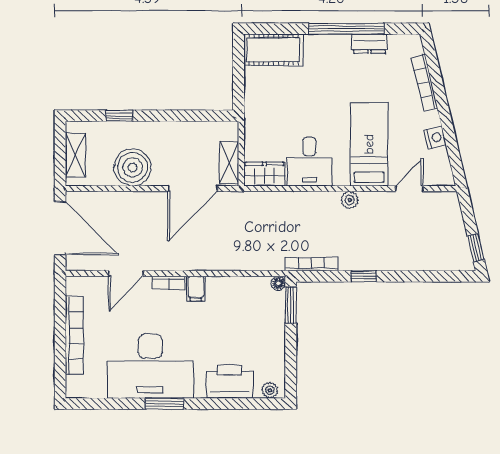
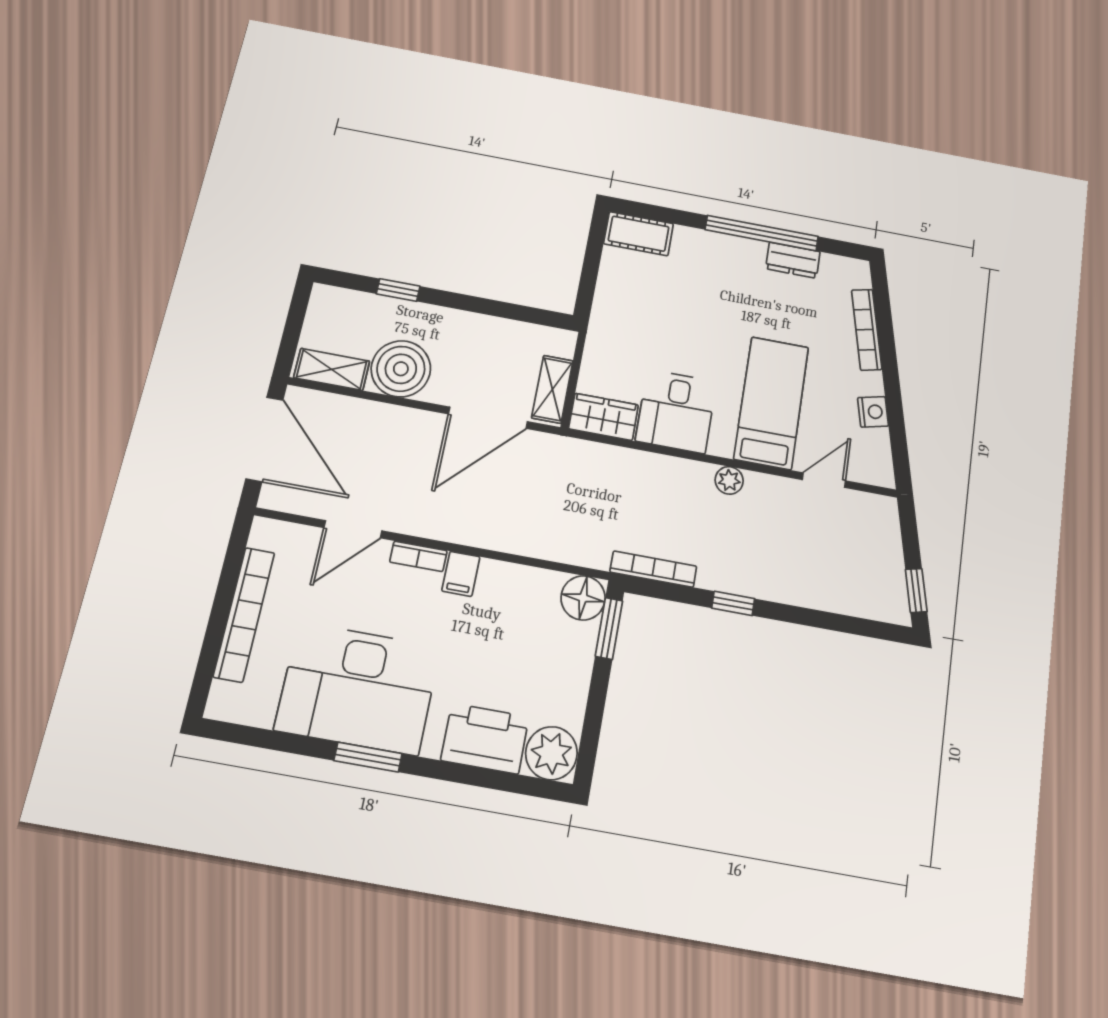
cot: (273, 50) -> (639, 234), width x0.73, depth x0.75
shelving: (75, 155) -> (332, 369), moved, turned 90
floor lamp: (278, 283) -> (583, 598), width x1.89, depth x1.89
plant: (270, 390) -> (551, 753), width x1.88, depth x1.88

